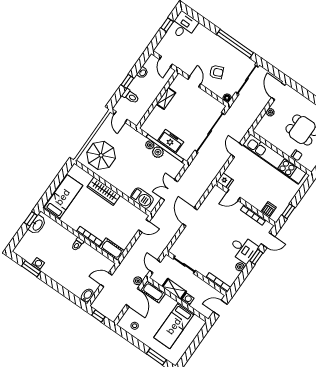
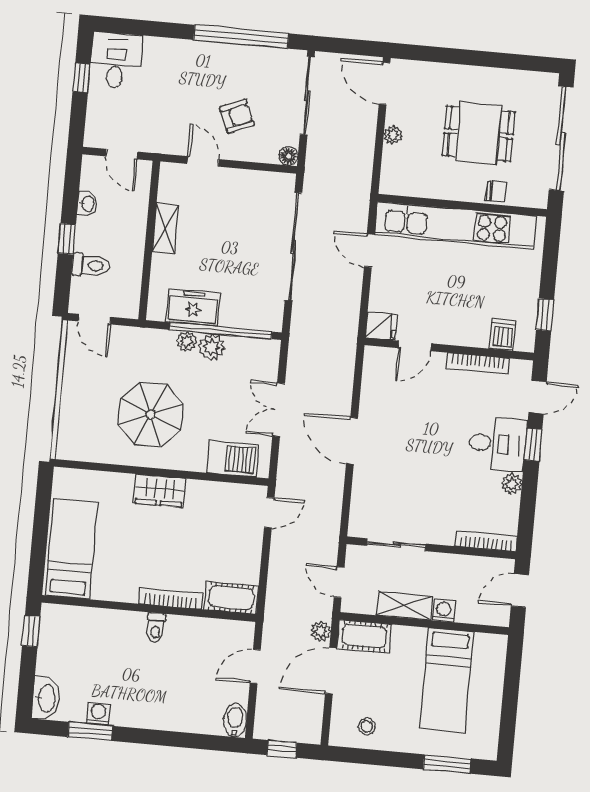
freezer: (171, 141) -> (193, 307), moved
parasol: (101, 155) -> (151, 415), moved
wardrobe: (104, 191) -> (160, 491), width x0.67
washbasin: (37, 225) -> (46, 698), moved
door: (133, 298) -> (331, 671), swing flipped

